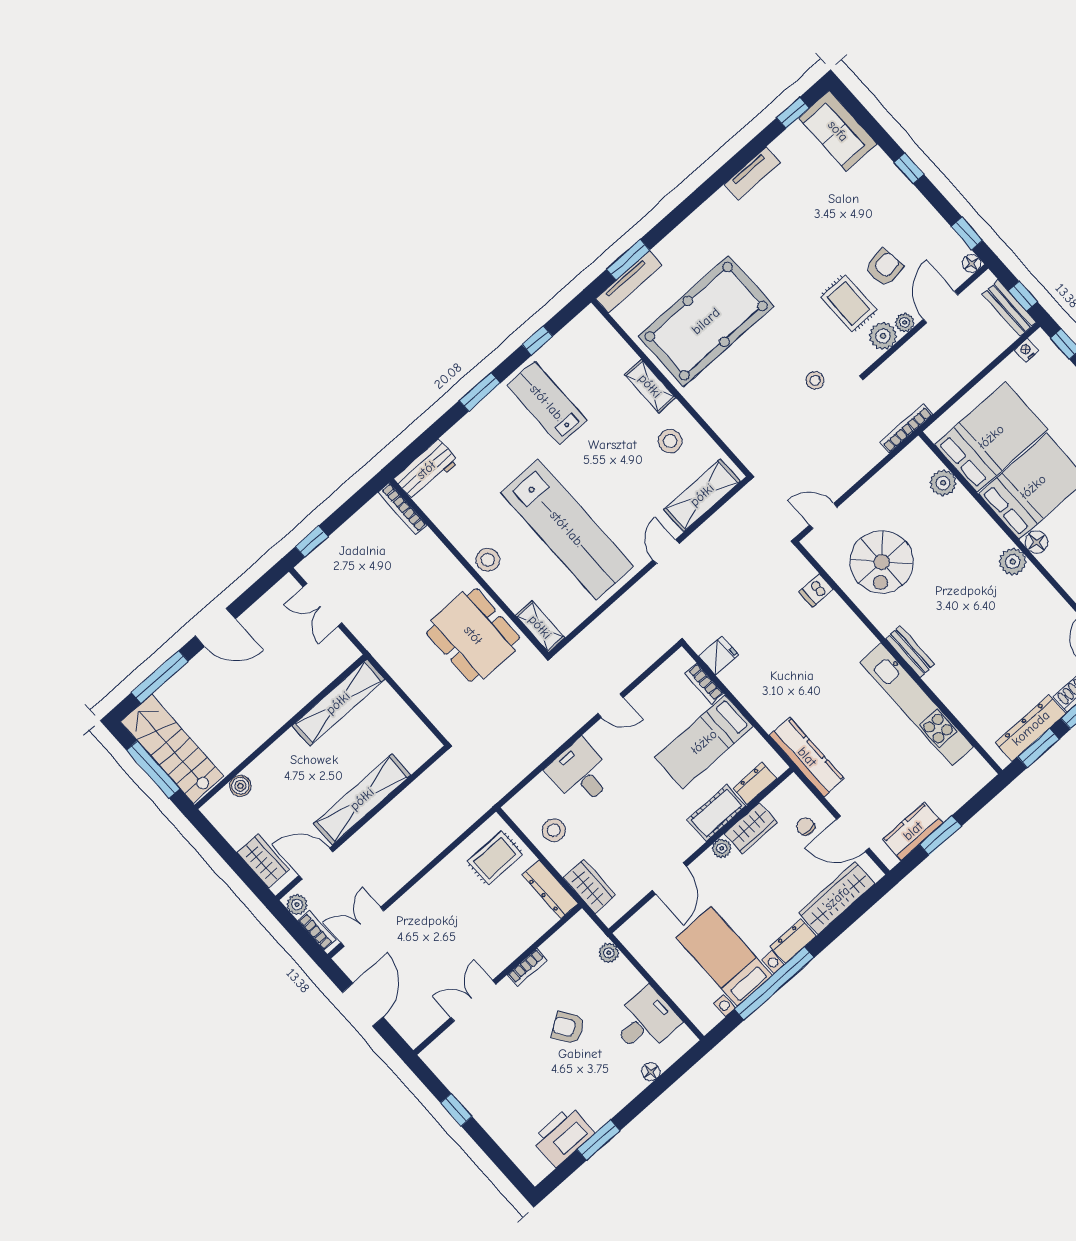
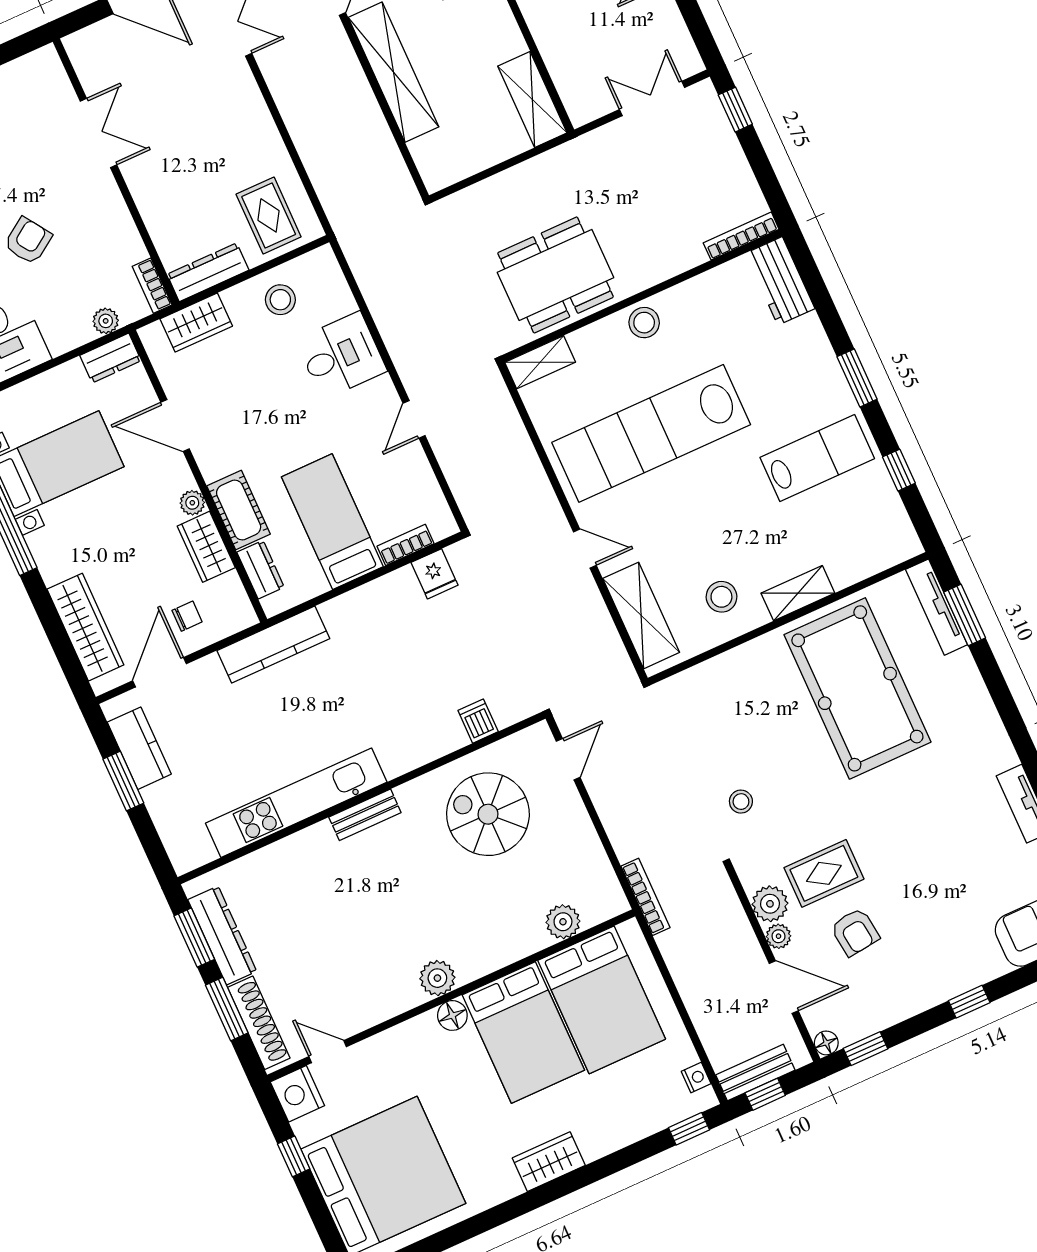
shelving: (338, 703) -> (532, 99), width x0.68
dresser: (793, 941) -> (111, 358), moved, turned 90
bookcase: (527, 967) -> (152, 286), moved

